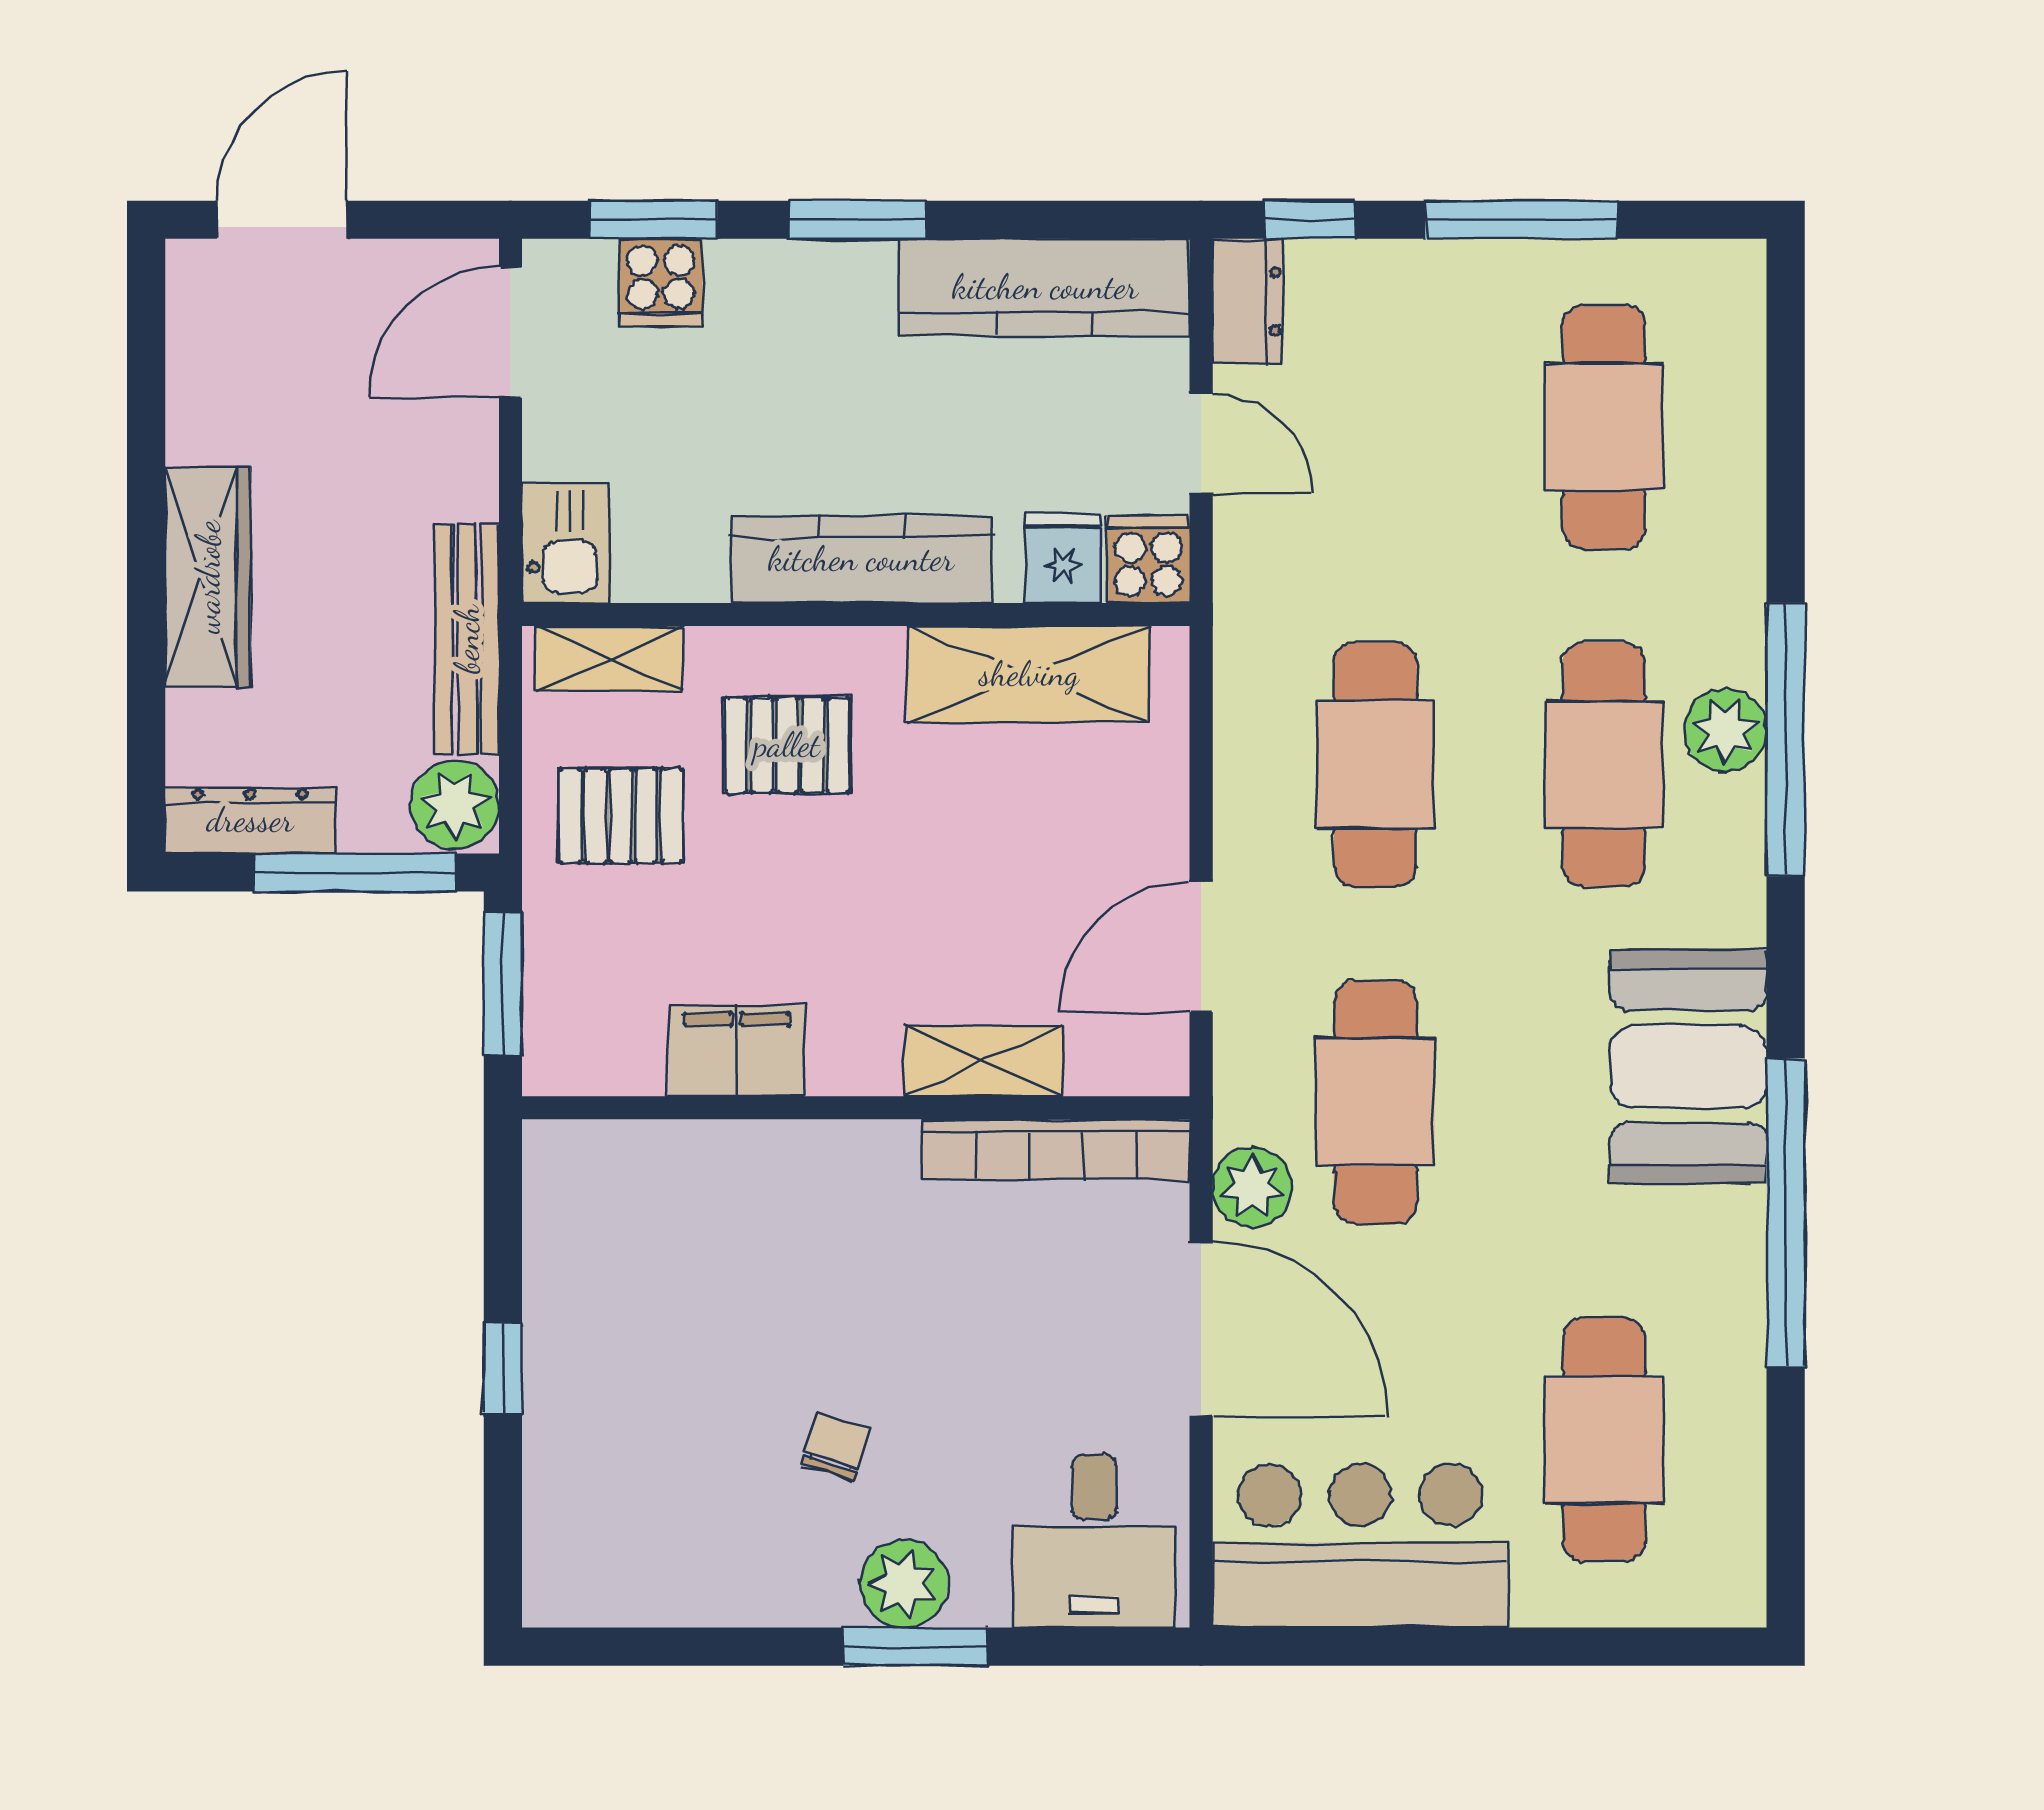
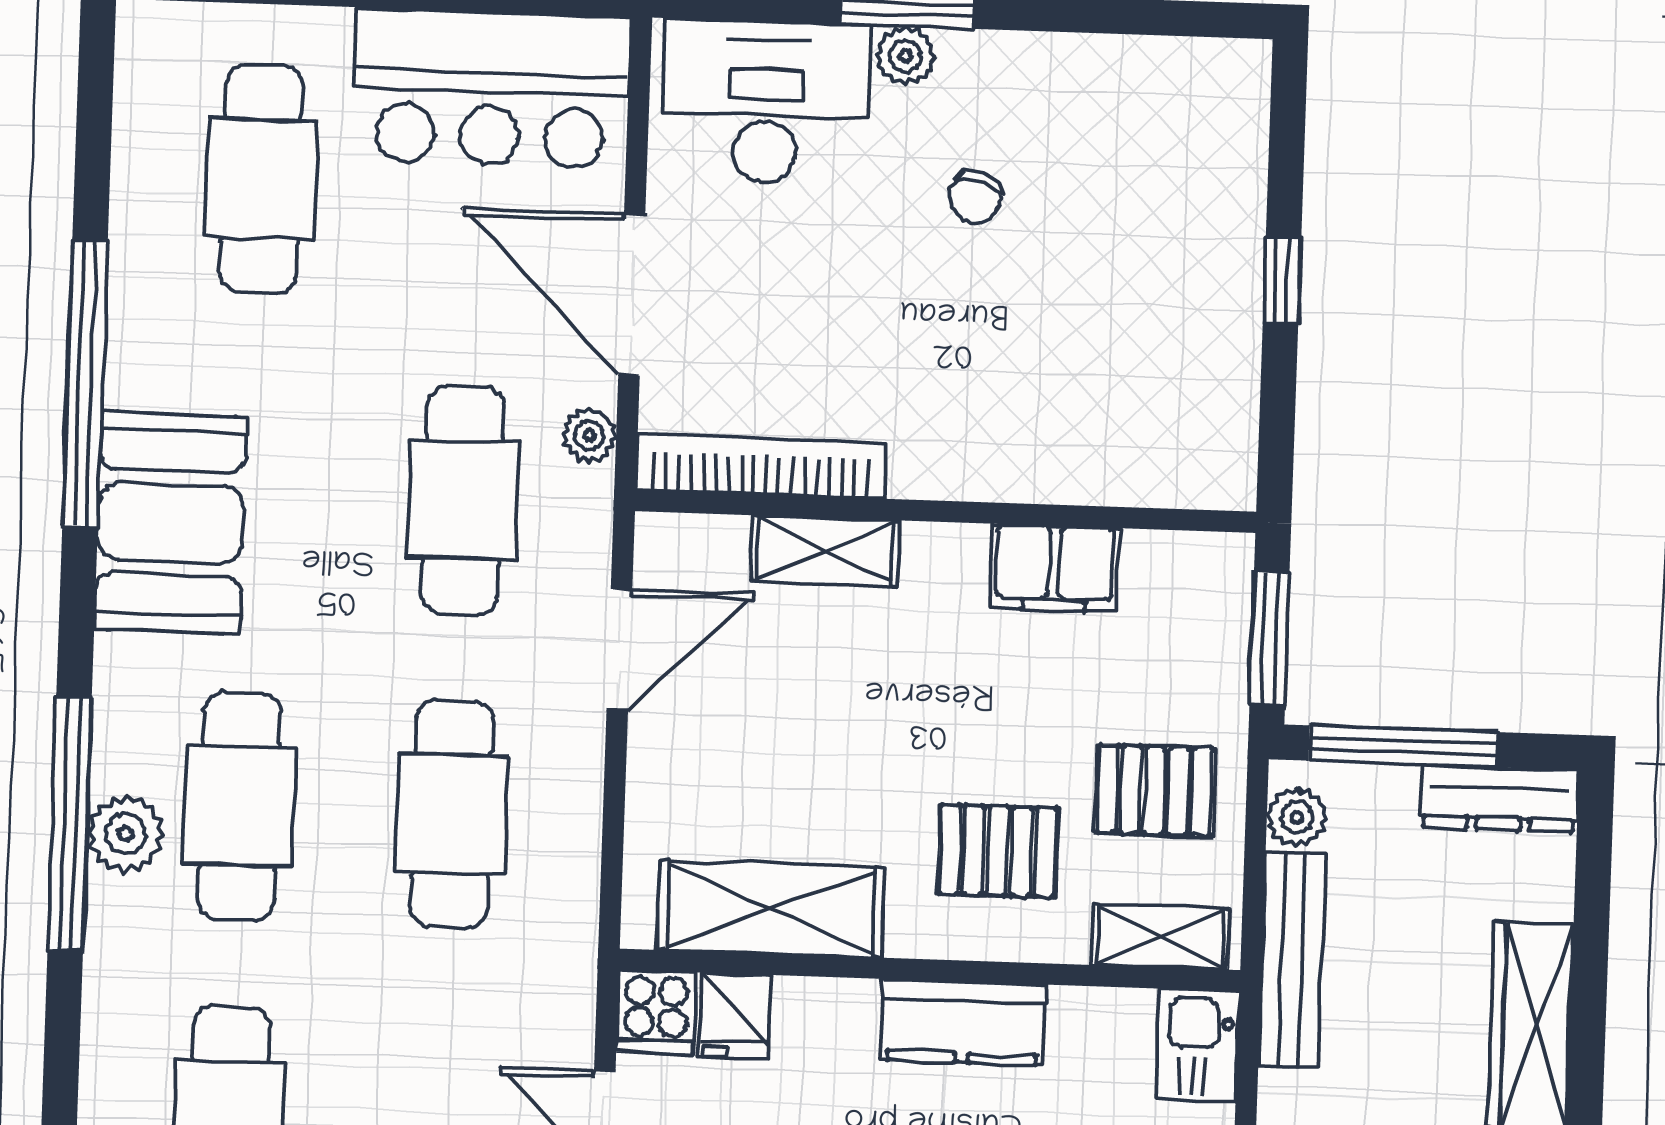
kitchen counter: (861, 559) -> (963, 1022), width x0.67
plant: (455, 805) -> (1297, 817), width x0.73, depth x0.73
plant: (1252, 1187) -> (589, 435), width x0.73, depth x0.73
desk: (1094, 1541) -> (766, 102), width x1.37
plant: (904, 1584) -> (906, 56), width x0.73, depth x0.73

